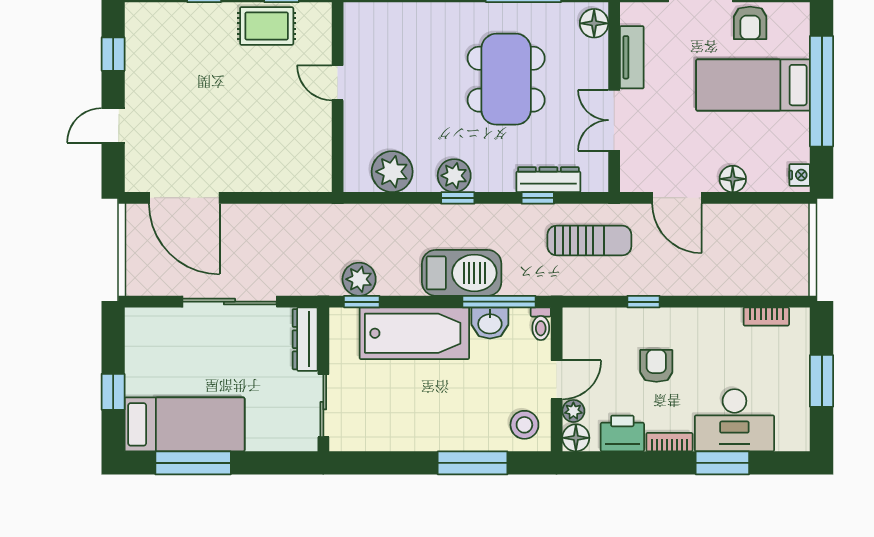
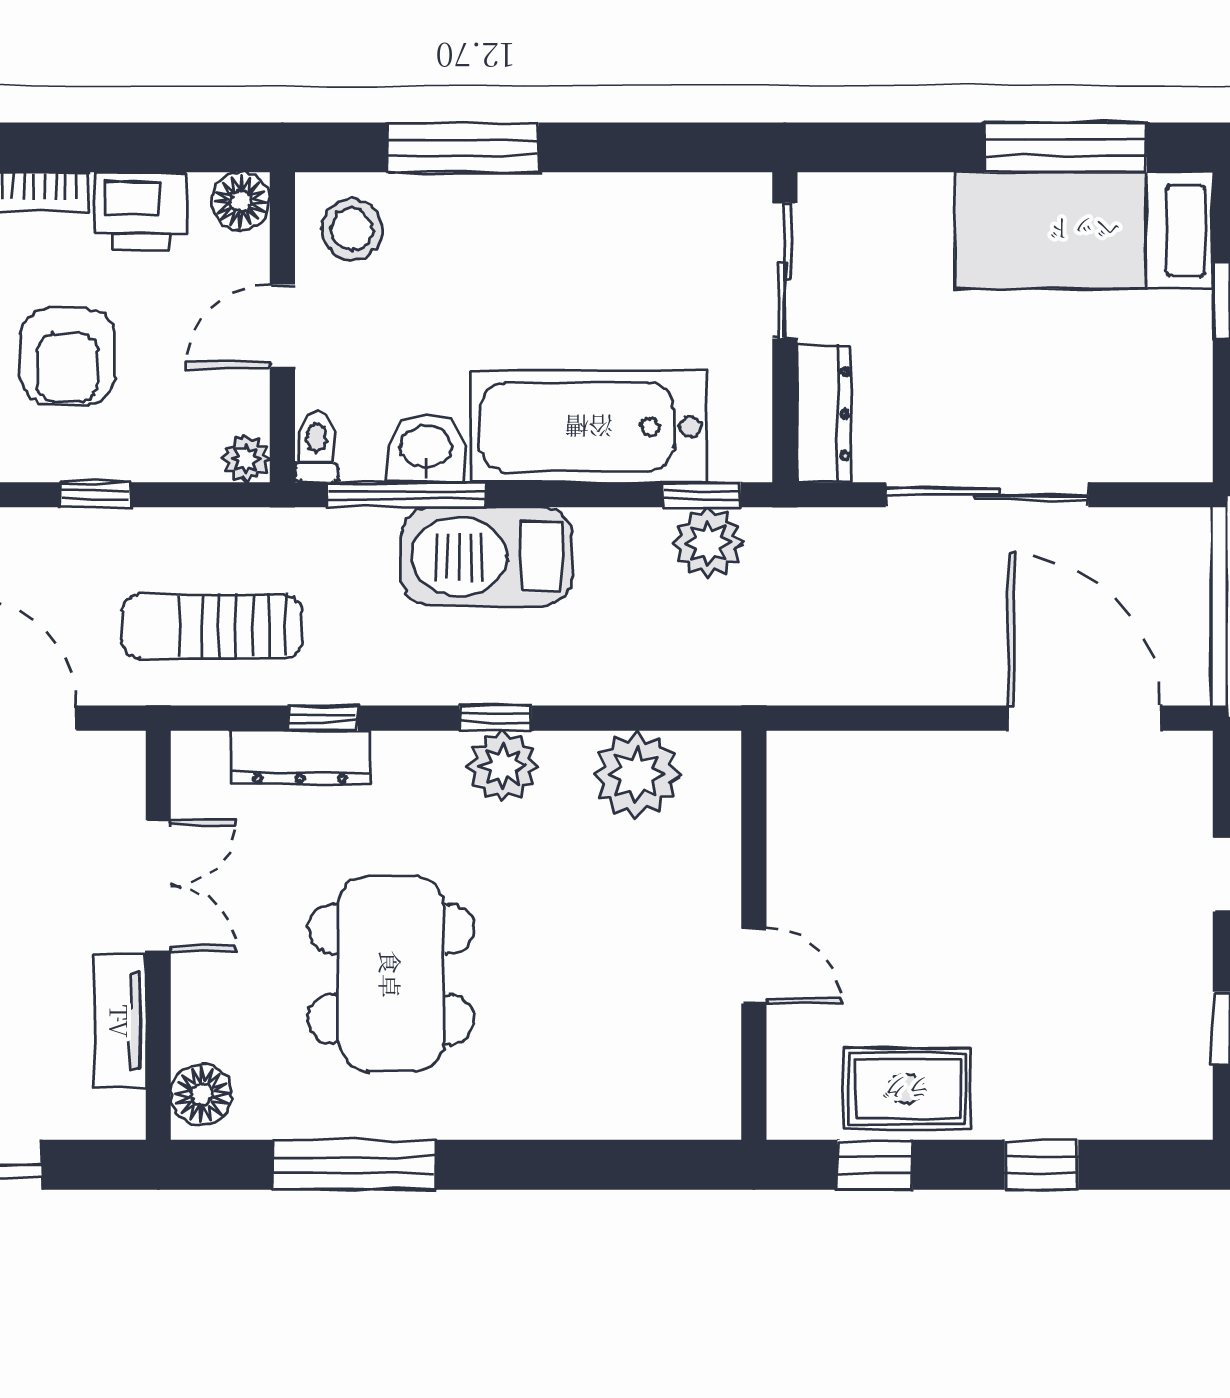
armchair: (656, 366) -> (68, 356), width x1.38, depth x1.38
plant: (573, 411) -> (246, 459), moved

